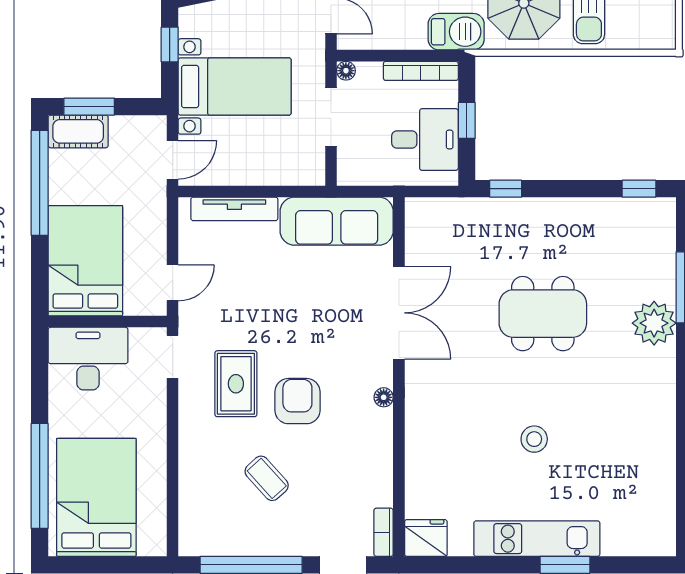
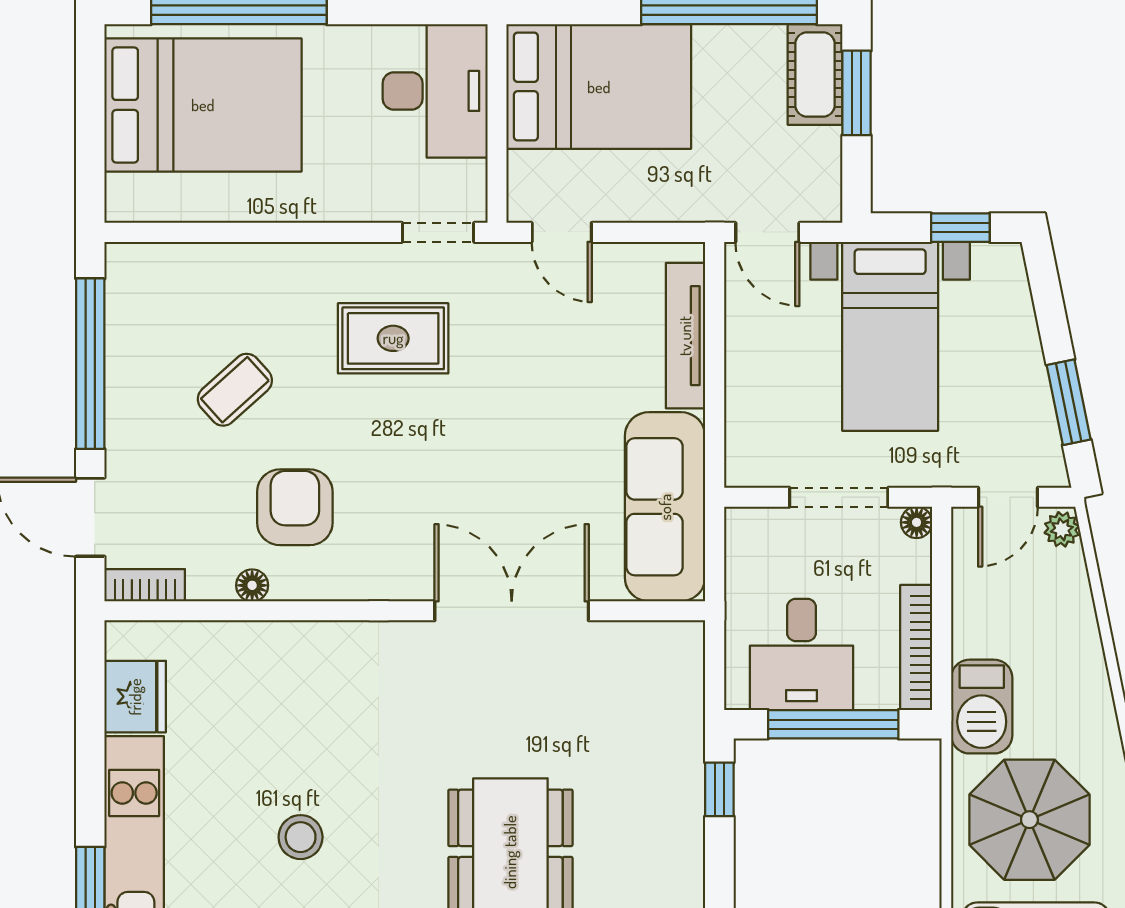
window: (467, 120) -> (833, 724), width x2.17
double door: (399, 313) -> (512, 611), swing flipped
floor lamp: (384, 397) -> (252, 585), moved
armchair: (297, 401) -> (295, 507), moved, turned -90
fridge: (426, 538) -> (135, 697), moved

